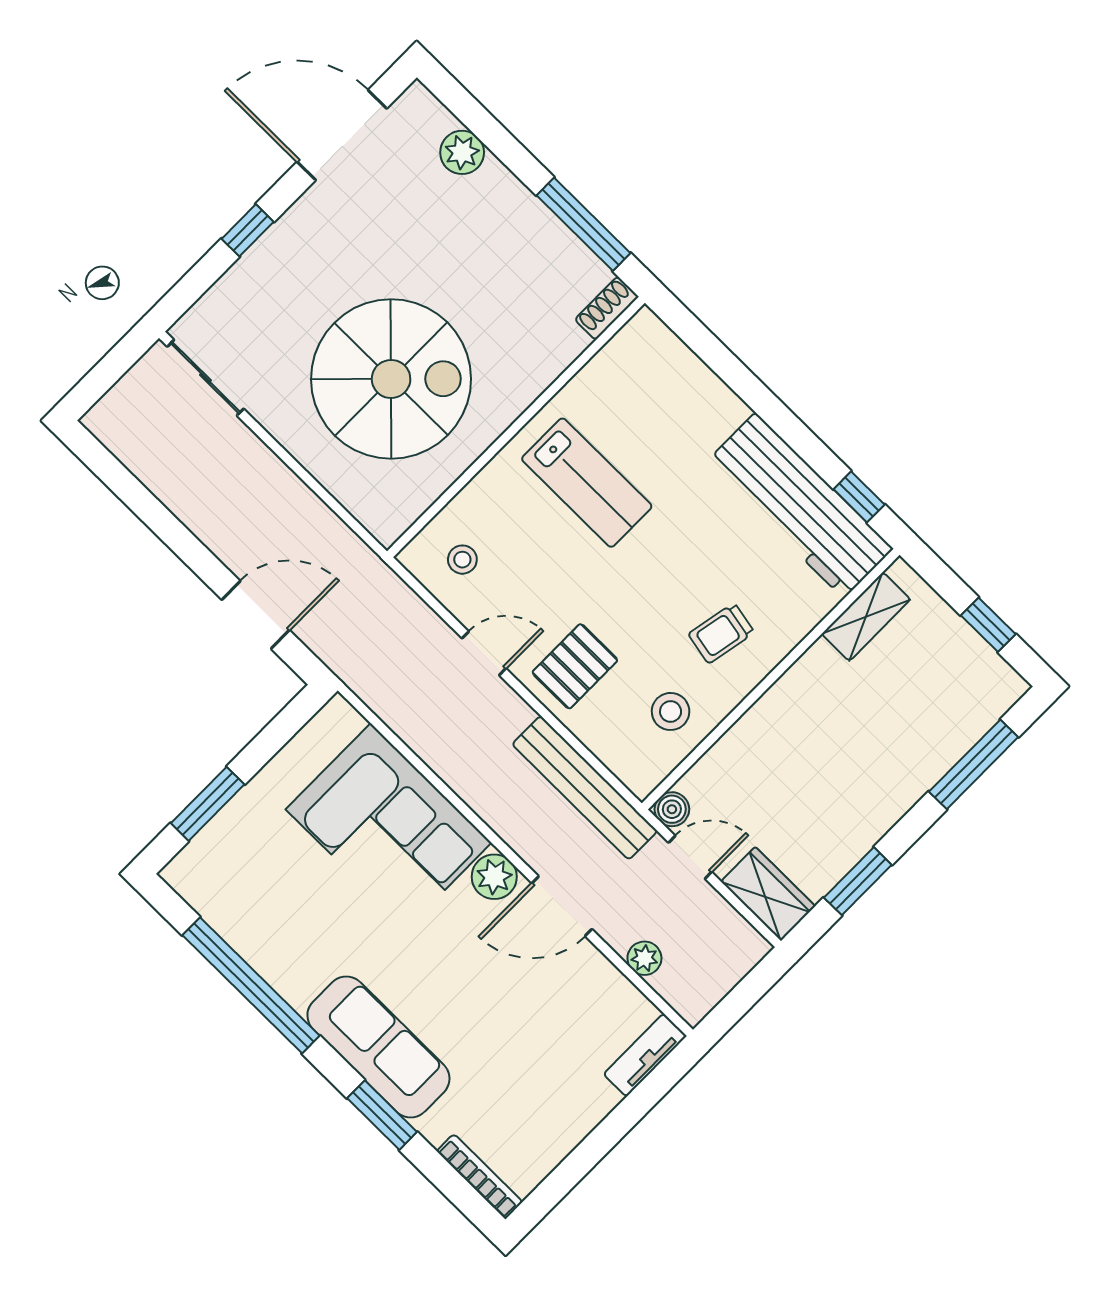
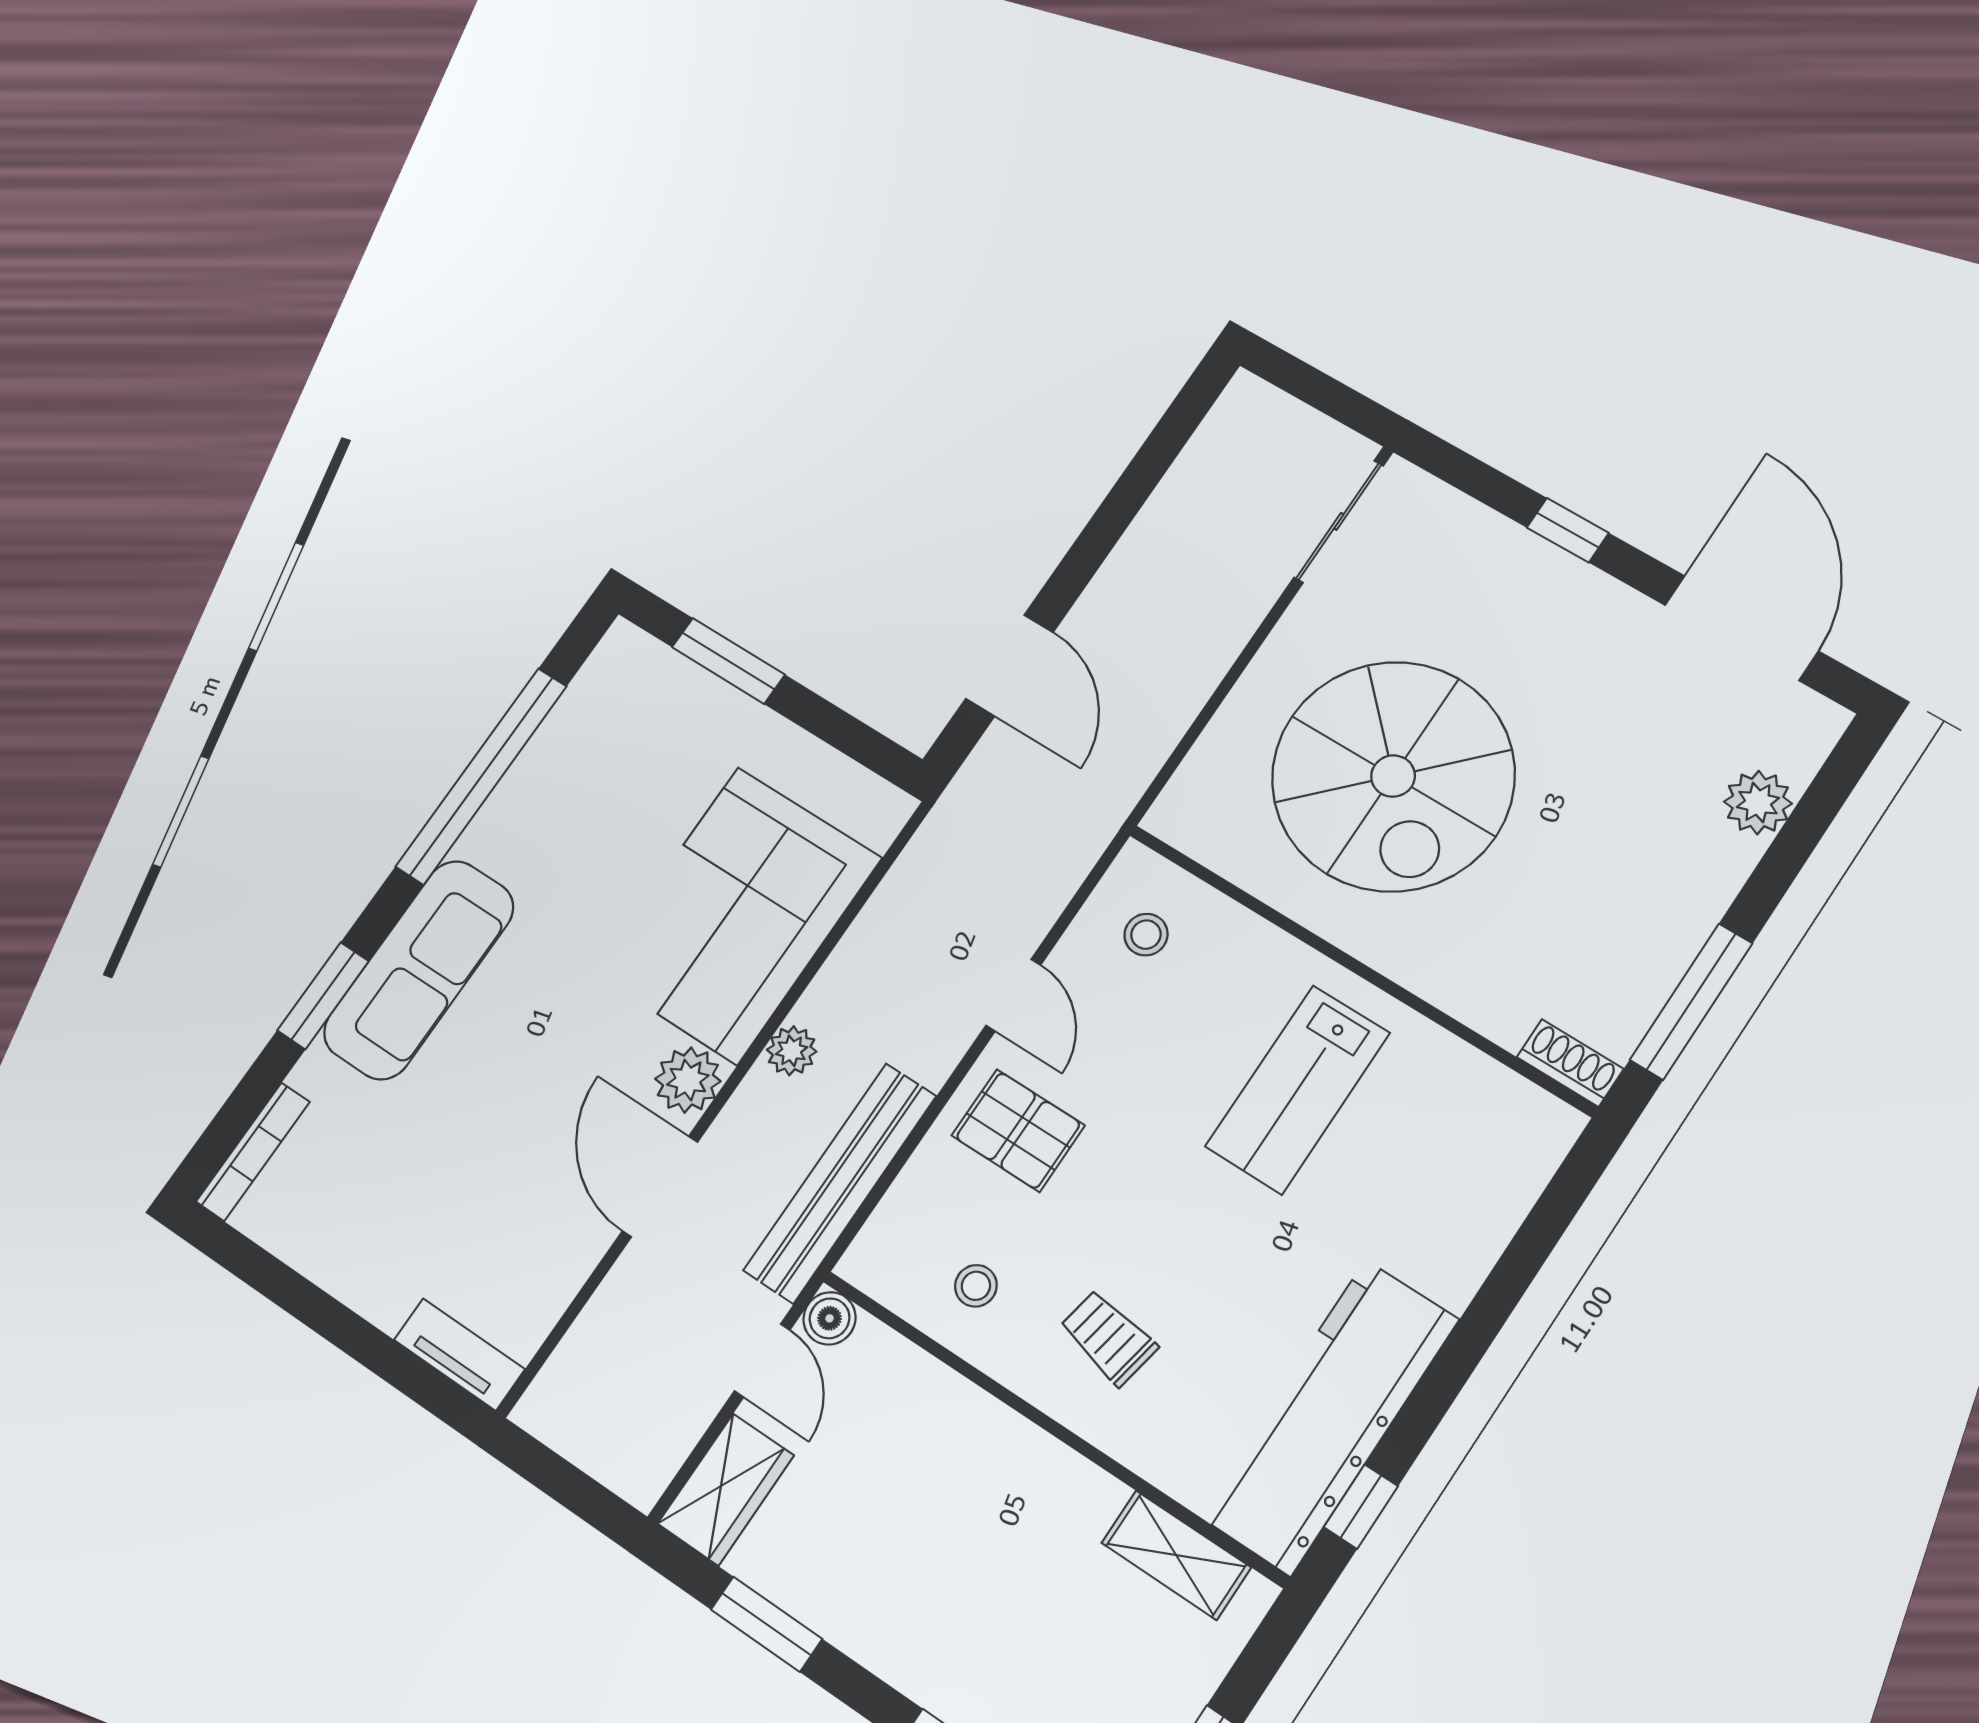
stool: (671, 711) -> (976, 1286), width x0.73, depth x0.73
plant: (644, 958) -> (792, 1051), moved

